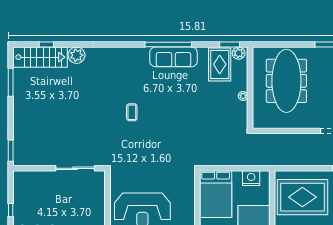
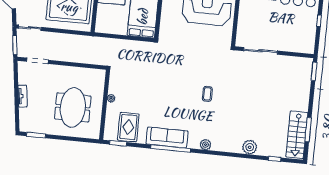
plant: (239, 53) -> (205, 145), moved
stairs: (40, 57) -> (297, 135), moved, turned -90
meeting table: (286, 81) -> (73, 107), width x0.73
nightstand: (251, 178) -> (111, 27), removed

